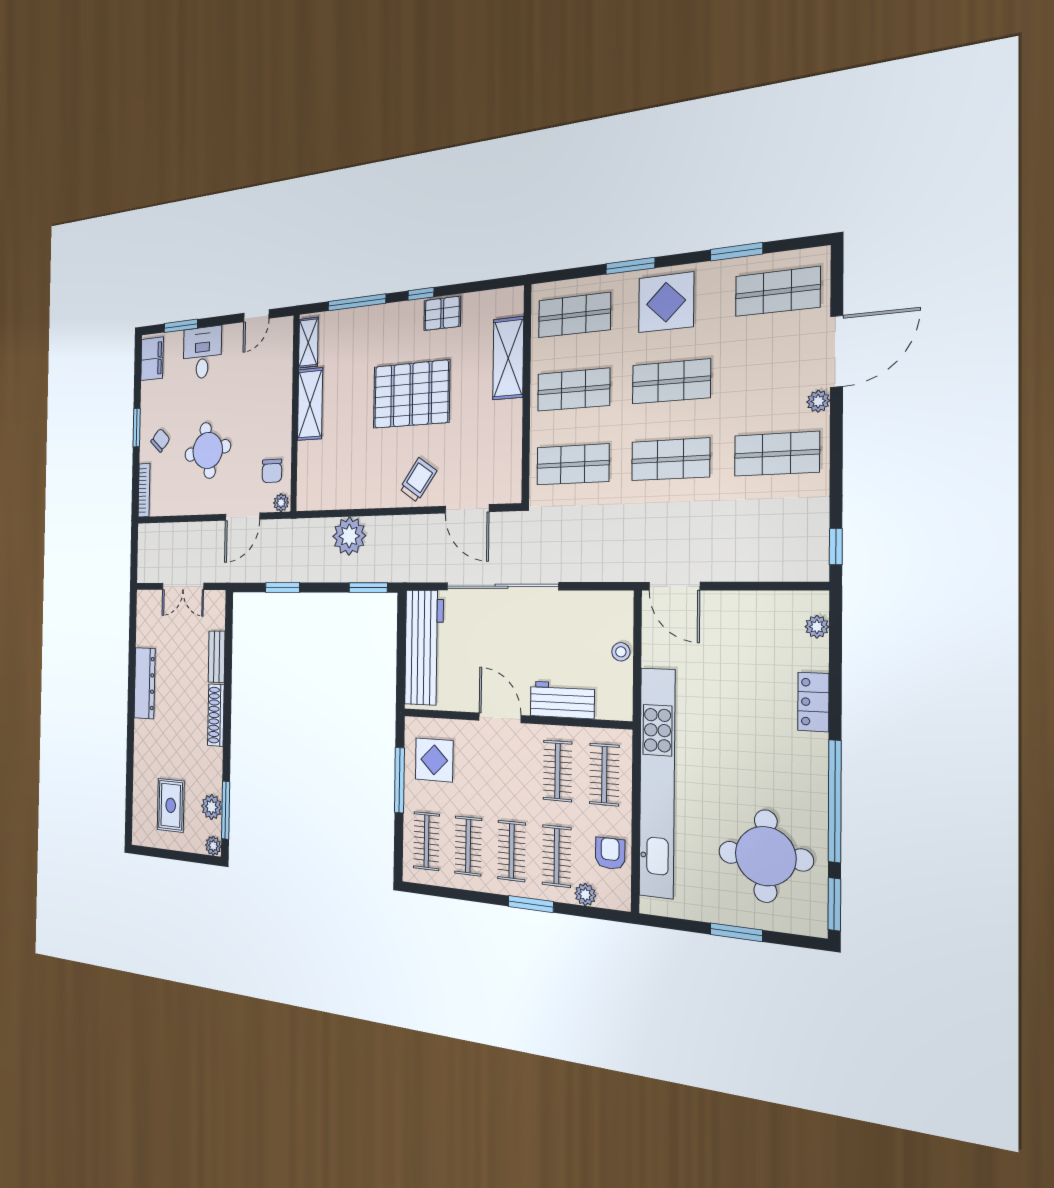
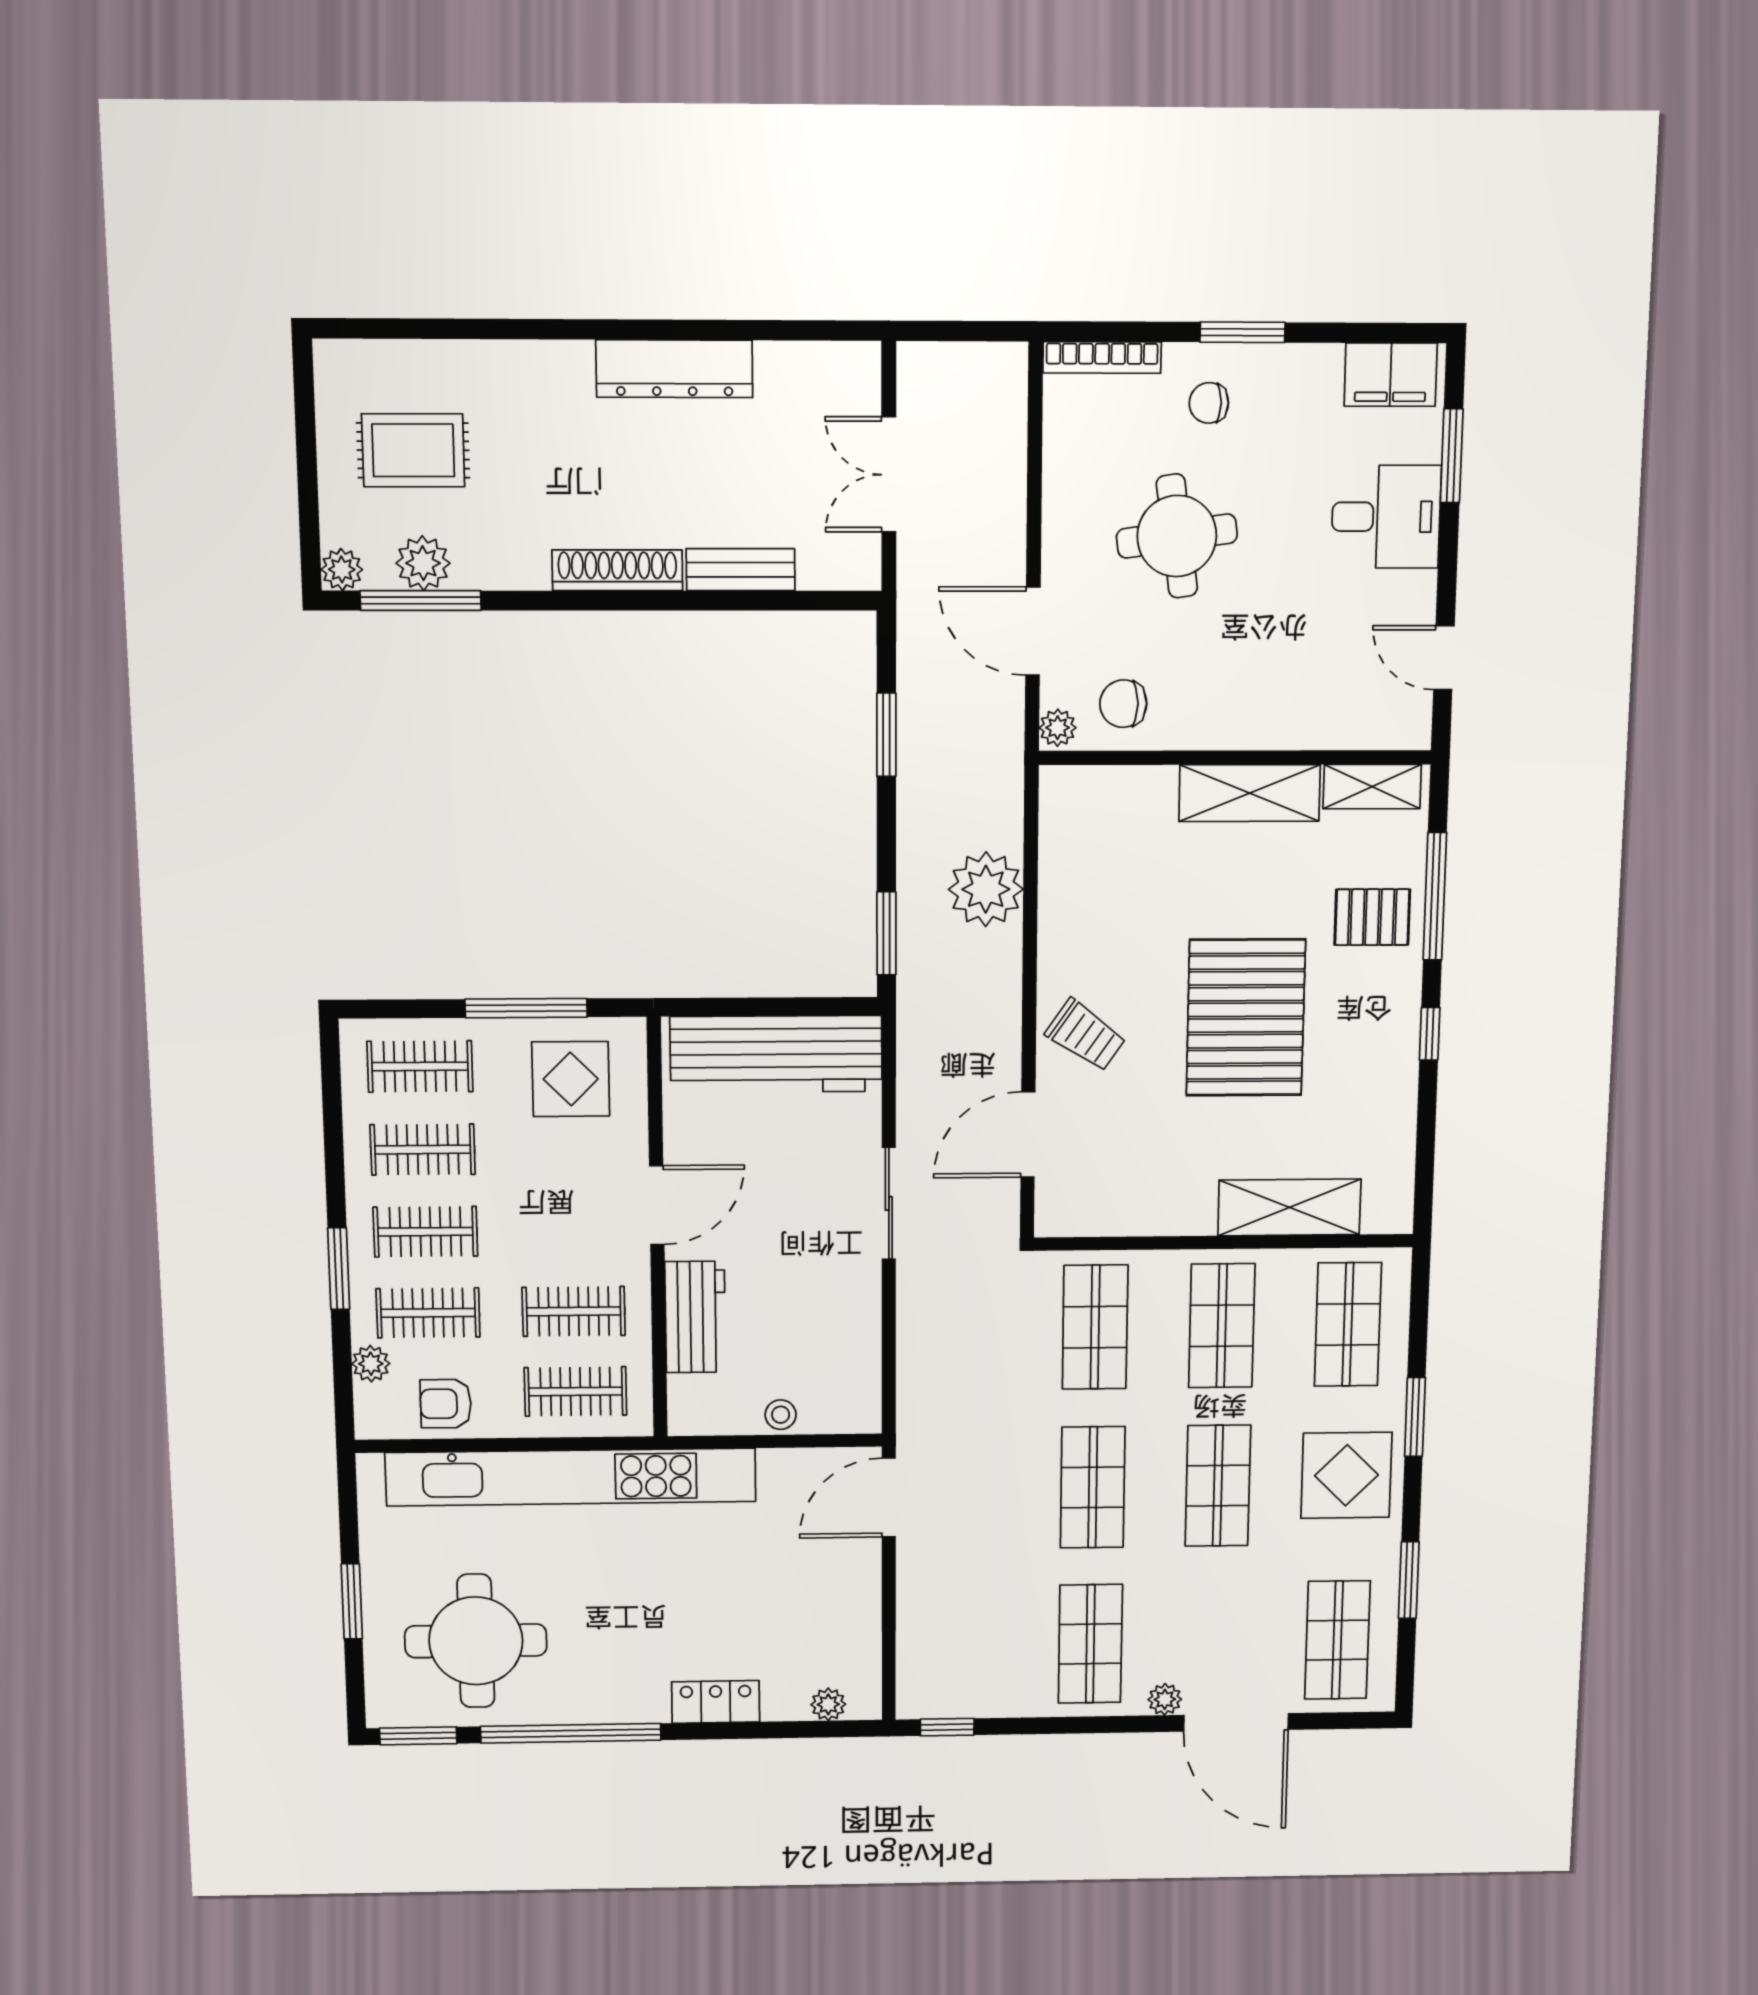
pallet: (442, 313) -> (1372, 917), moved, turned 90
chair: (160, 440) -> (1209, 403), turned 137
sliding door: (502, 586) -> (889, 1203), width x0.54
armchair: (610, 853) -> (446, 1404), turned 180

